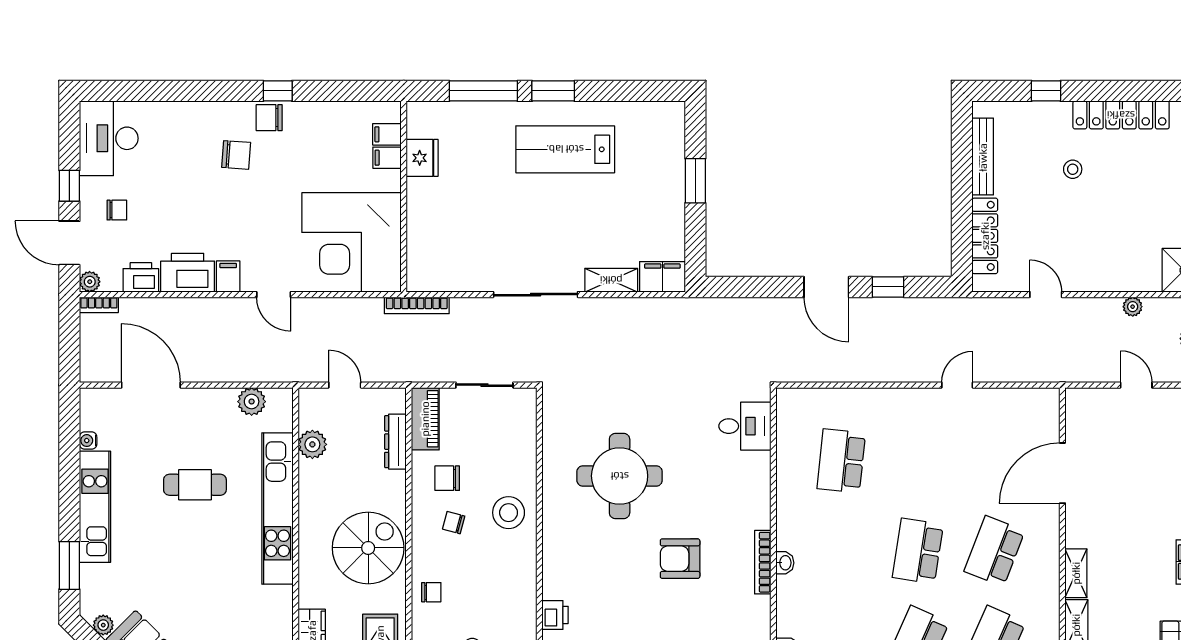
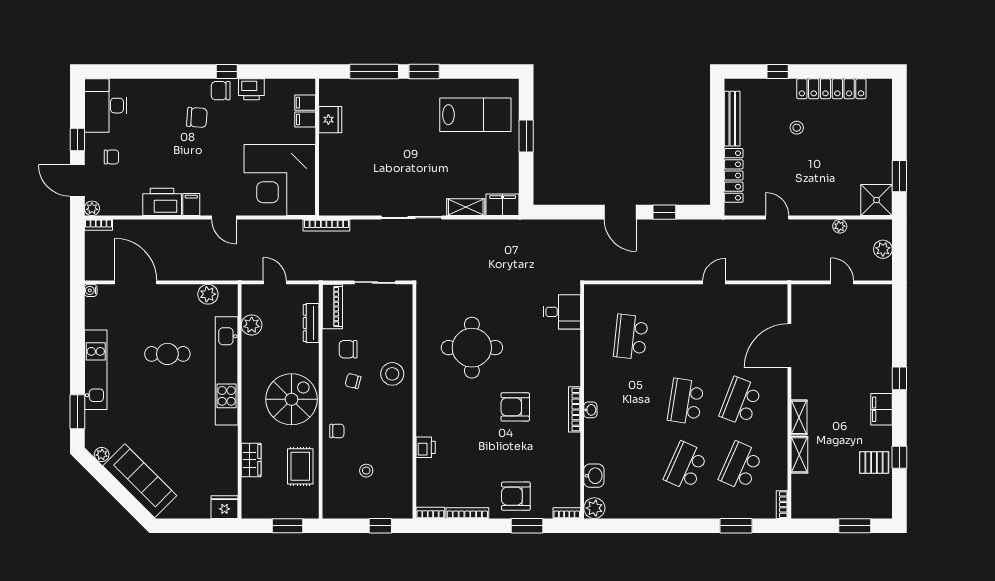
lab bench: (565, 149) -> (475, 115), moved, turned 180
printer: (141, 277) -> (251, 89), moved, turned 180
water cooler: (88, 441) -> (91, 290), moved

